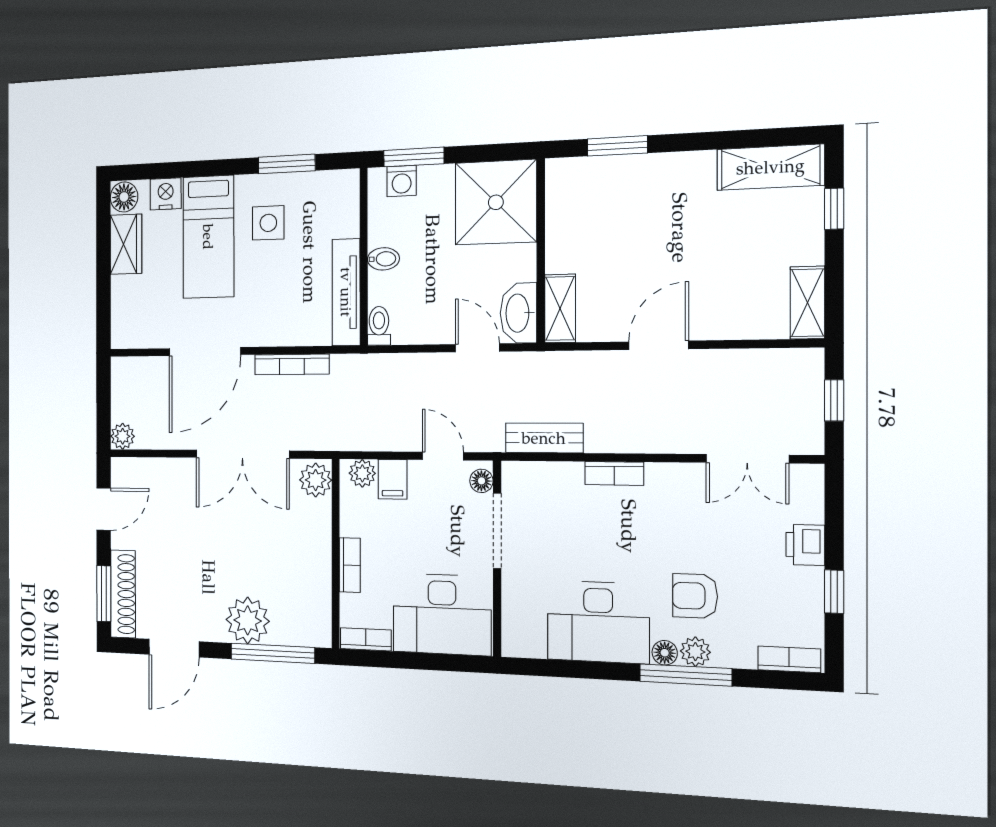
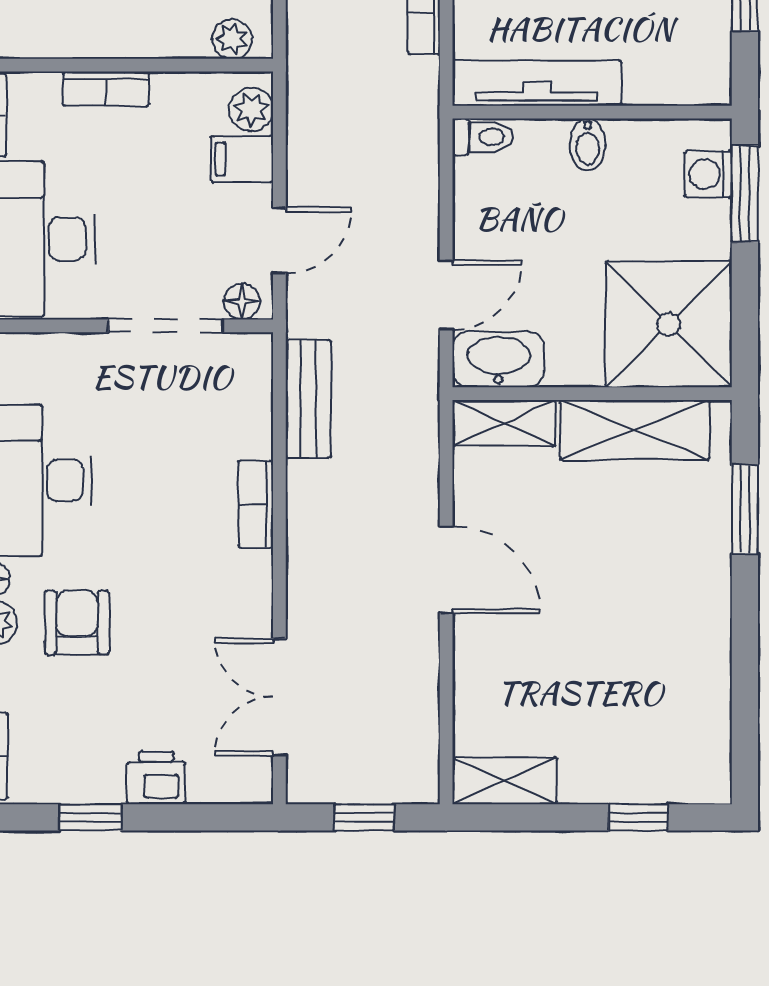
shelving: (770, 167) -> (635, 430), moved, turned 90
plant: (316, 480) -> (232, 39), width x0.73, depth x0.73

